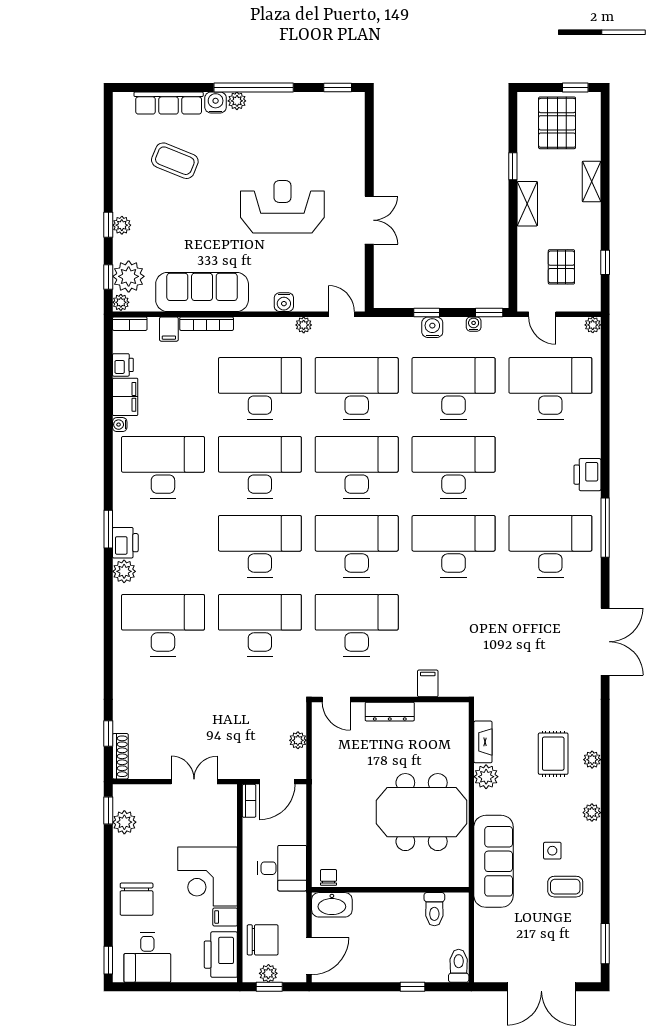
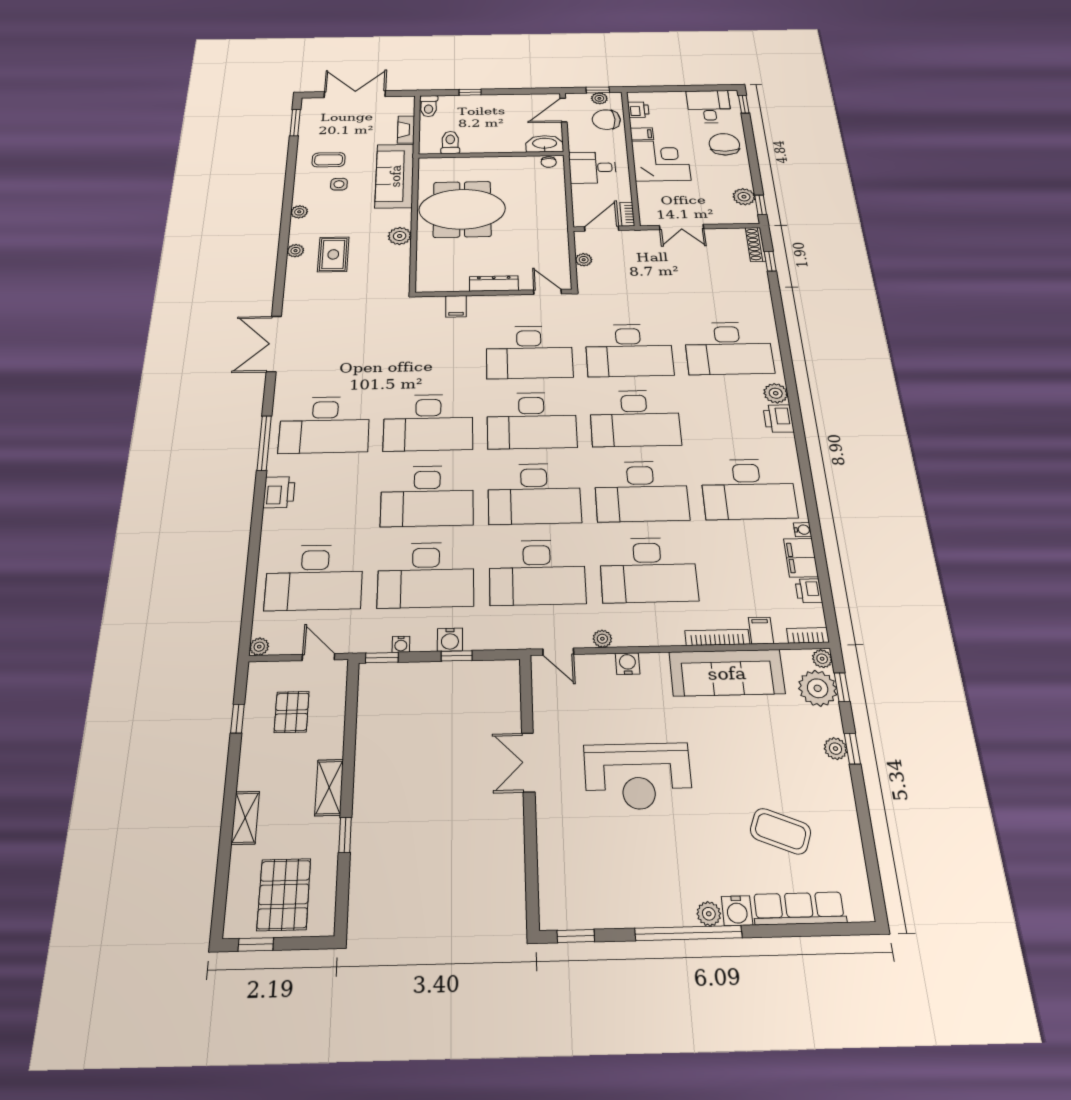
window: (108, 529) -> (799, 430), removed
fireplace: (483, 742) -> (406, 130), moved
printer: (221, 955) -> (638, 110), width x0.53, depth x0.68

